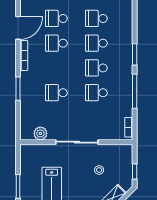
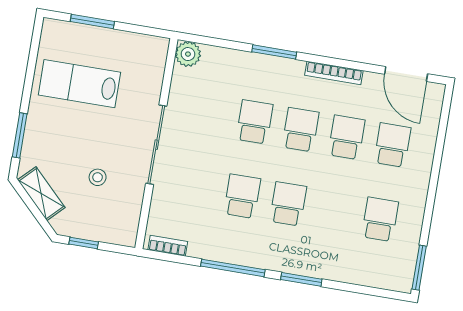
door: (18, 28) -> (406, 74), moved
school desk: (96, 43) -> (301, 130), moved
plant: (40, 133) -> (188, 54), moved

